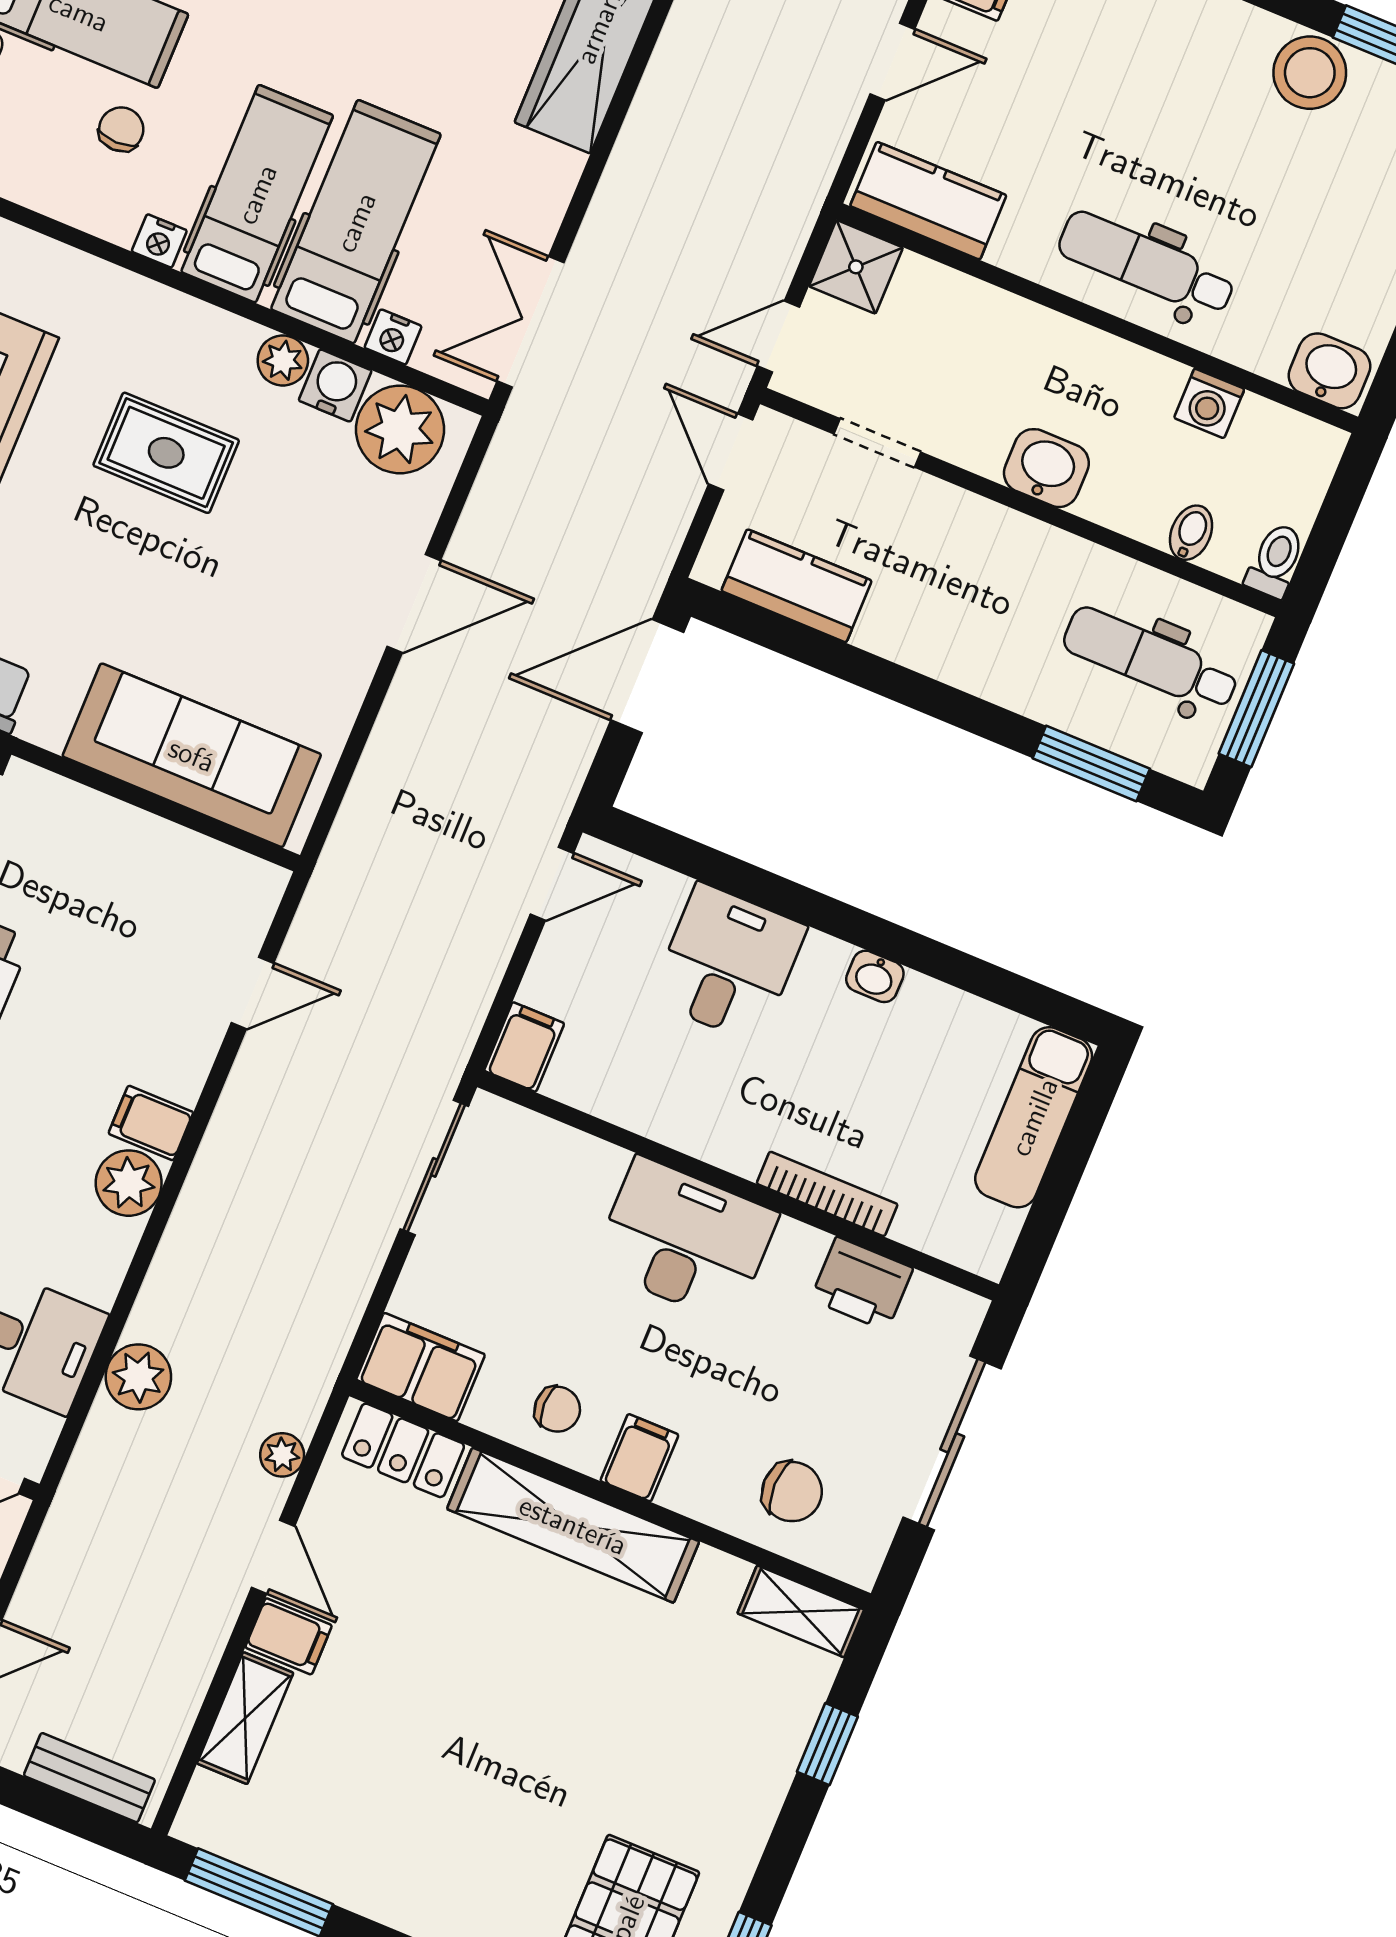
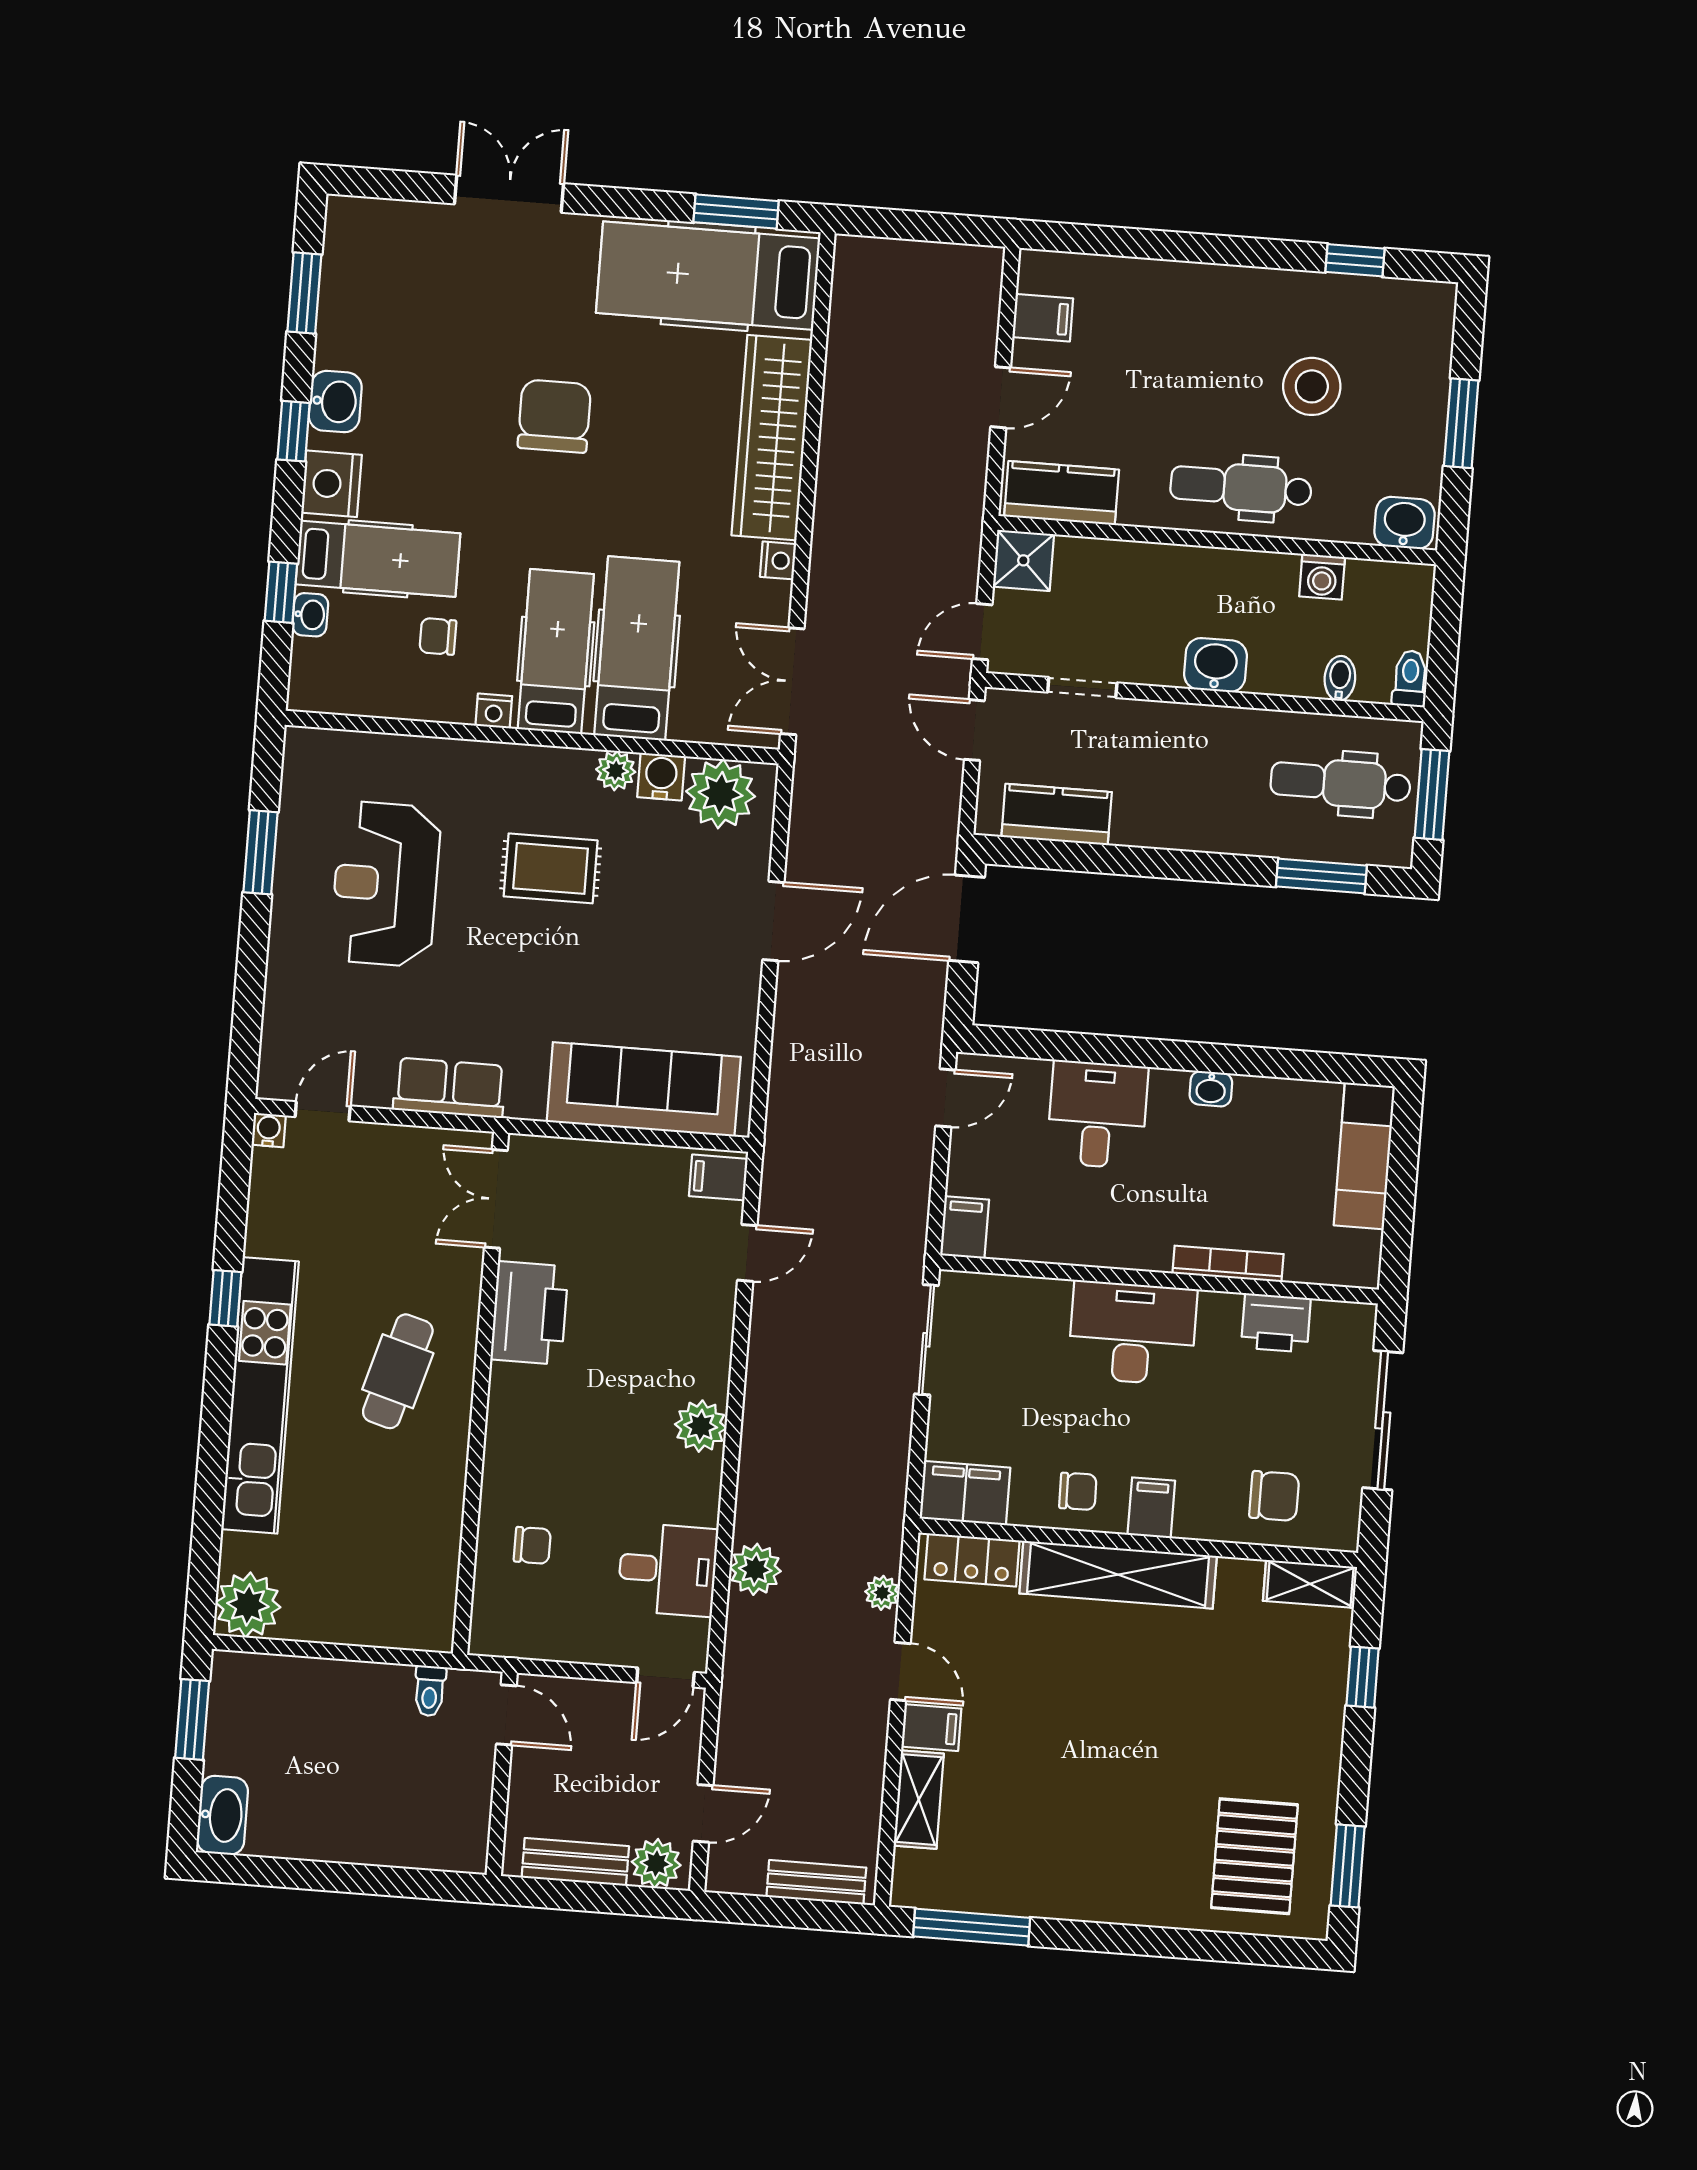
stool: (1310, 73) -> (1312, 386), moved
chair: (121, 129) -> (438, 636), turned -90
nightstand: (393, 337) -> (778, 560), moved, turned -90
filing cabinet: (151, 1123) -> (718, 1177), moved

